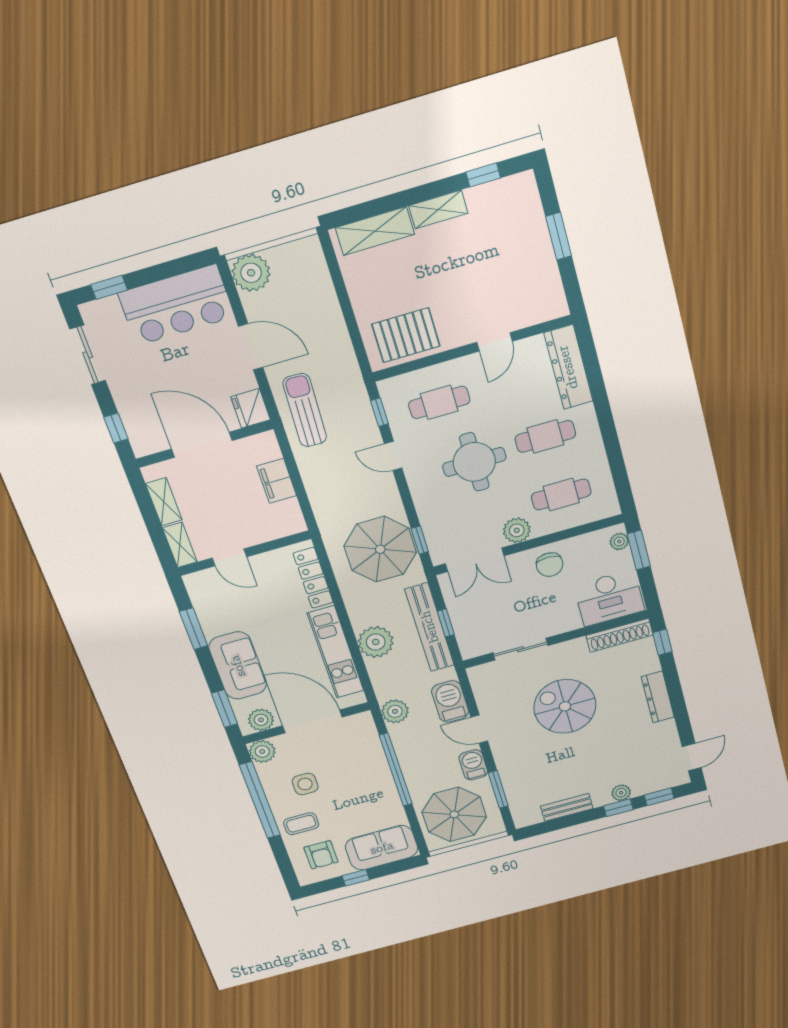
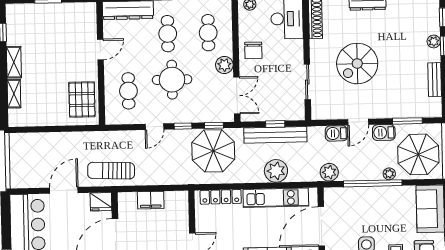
shelving: (375, 231) -> (14, 94), width x0.67, depth x0.75
plant: (251, 273) -> (389, 174), moved, width x0.53, depth x0.53
door: (495, 342) -> (100, 49), hinge flipped
window: (379, 412) -> (183, 126), moved
chair: (550, 565) -> (253, 50), turned 90
barbecue: (450, 701) -> (336, 133), width x0.73, depth x0.79

